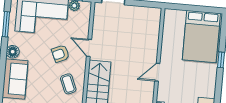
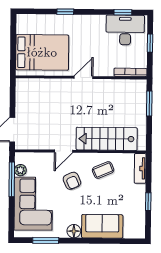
bed: (201, 37) -> (42, 52), moved
door: (157, 72) -> (83, 77), swing flipped

